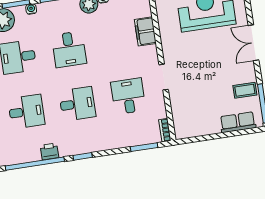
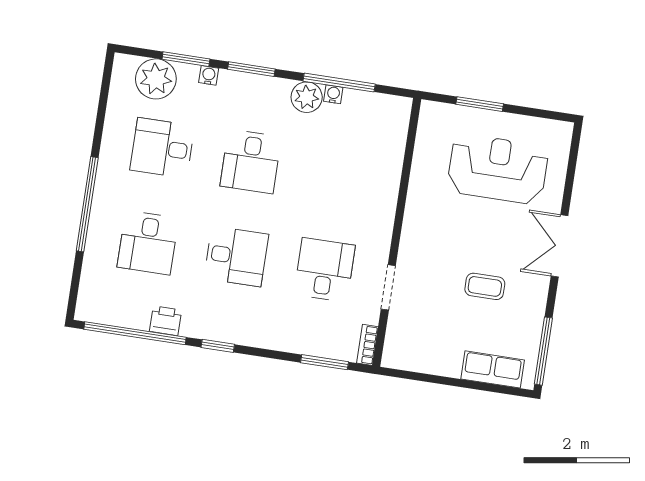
filing cabinet: (145, 31) -> (386, 171), removed
doorway: (164, 77) -> (388, 287), moved
coffee table: (245, 90) -> (485, 286), moved
desk: (26, 112) -> (148, 243), turned 90

